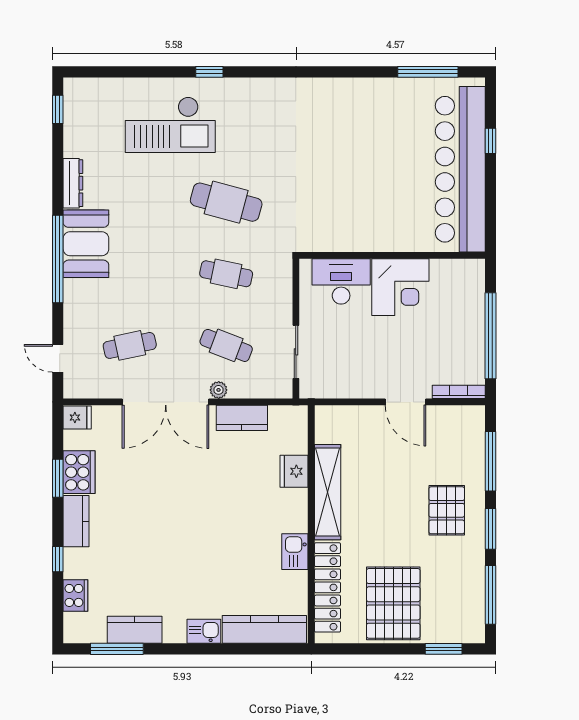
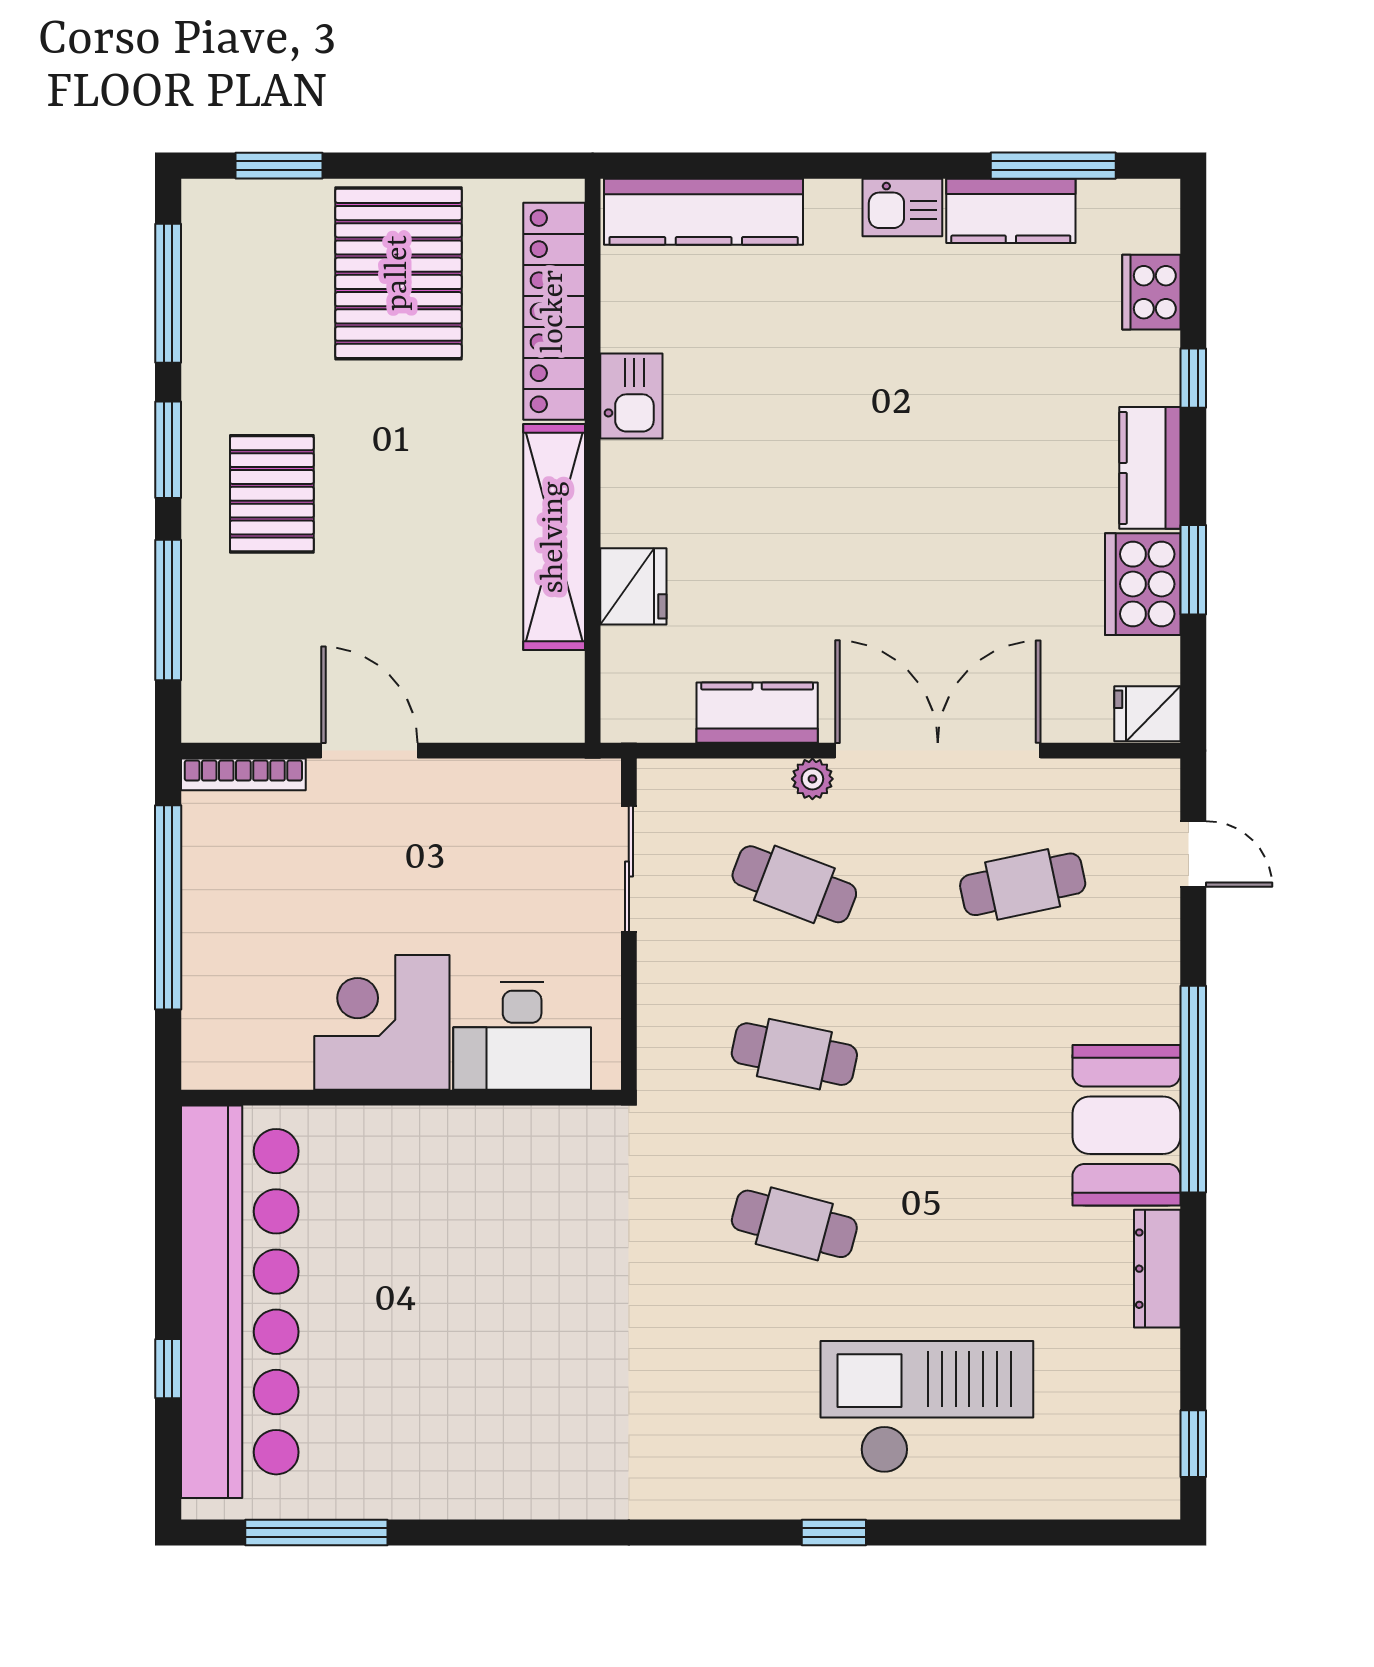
cafe table: (226, 202) -> (794, 1224), width x0.73, depth x0.74
kitchen sink: (204, 631) -> (902, 207), moved

